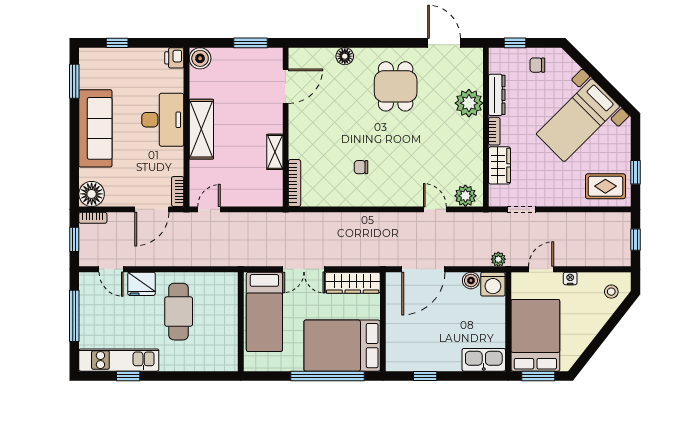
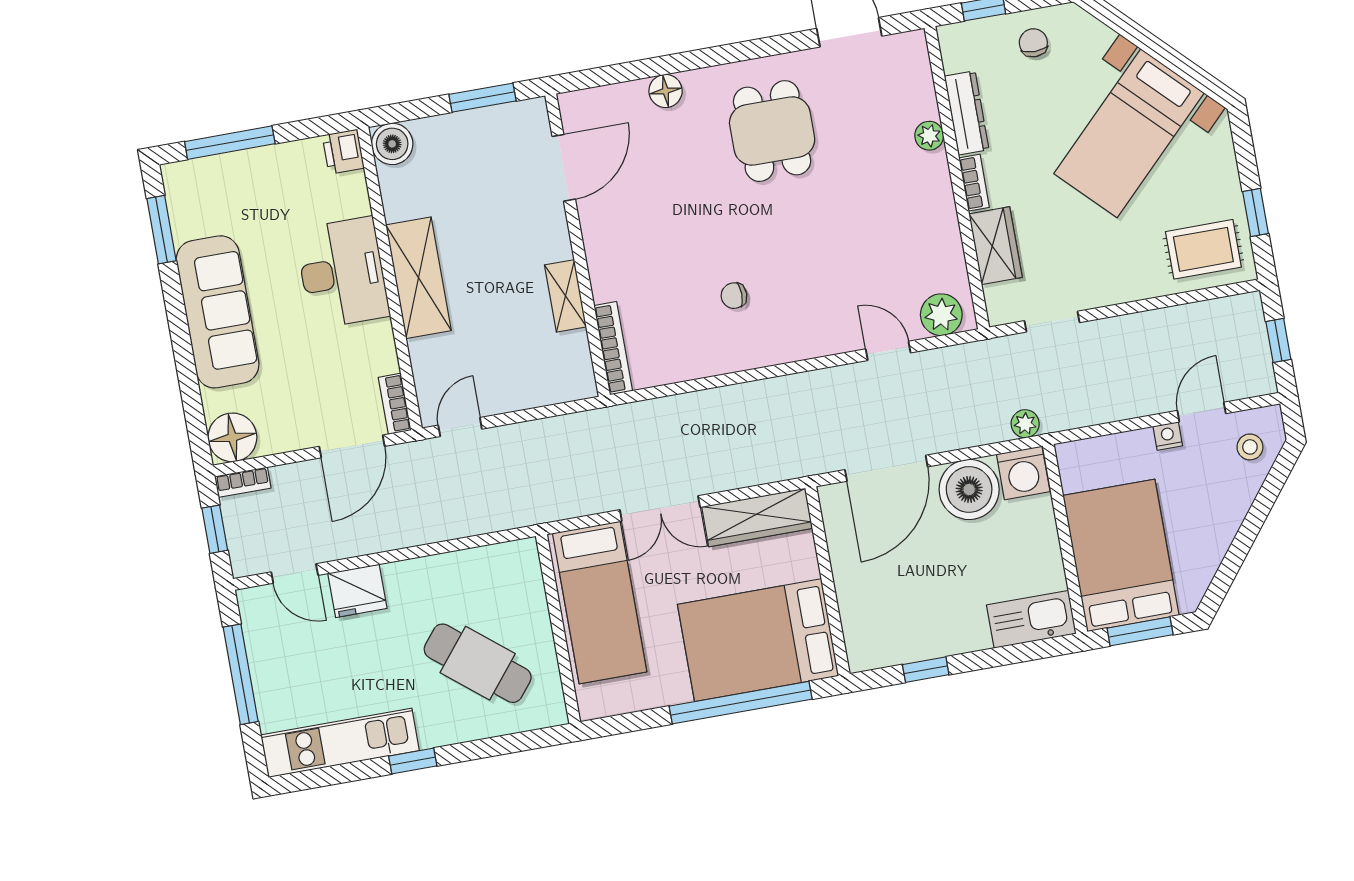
window: (117, 43) -> (230, 143), width x2.17
chair: (537, 65) -> (1033, 43), turned 90
plant: (469, 103) -> (929, 136), width x0.53, depth x0.53
door: (541, 269) -> (1202, 412), moved
boiler: (471, 280) -> (969, 489), width x1.86, depth x1.86
cafe table: (179, 312) -> (478, 663), moved, turned -51
window: (128, 376) -> (413, 761), moved

